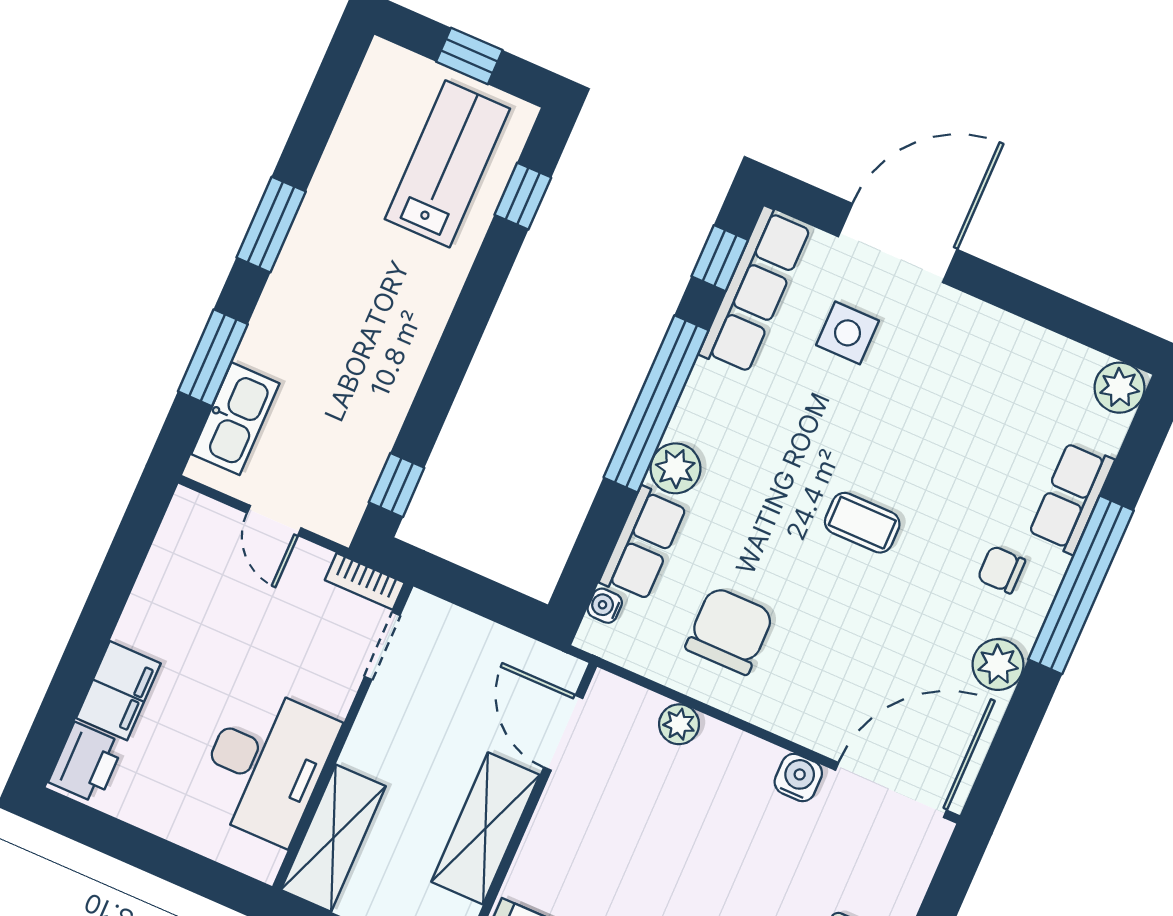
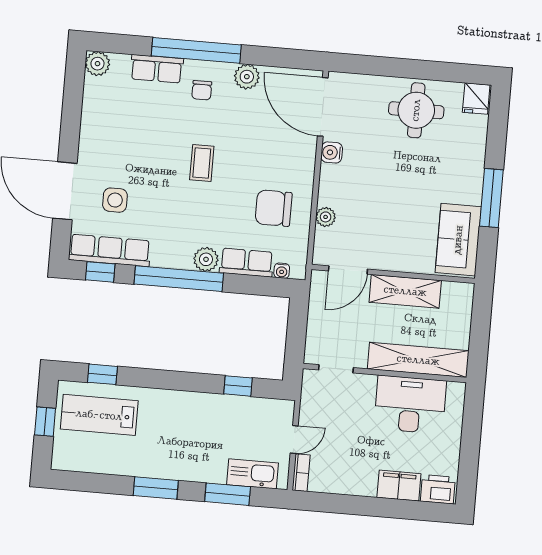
window: (397, 485) -> (238, 386), moved
bookcase: (365, 581) -> (301, 473), moved
shelving: (333, 838) -> (418, 360), width x1.47

